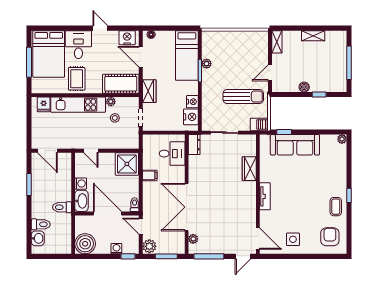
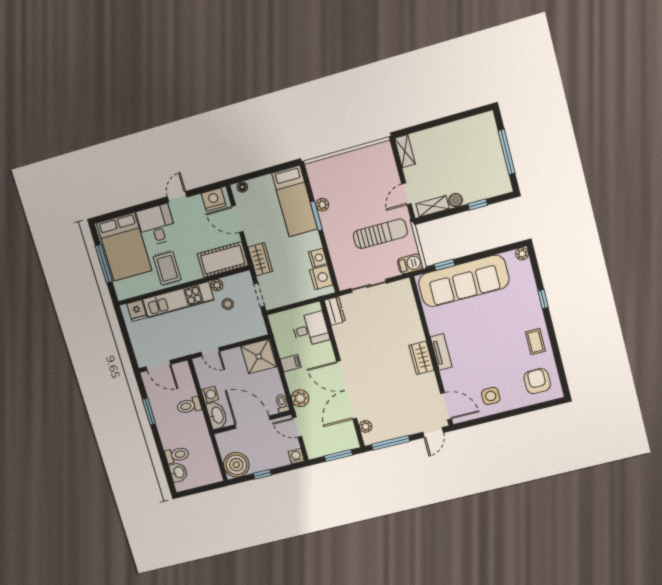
door: (100, 28) -> (177, 197), hinge flipped
shelving: (313, 36) -> (433, 206), moved
sofa: (295, 145) -> (464, 281), width x1.36, depth x1.27
wardrobe: (249, 169) -> (421, 358), moved
window: (349, 195) -> (543, 299), moved
toilet: (62, 207) -> (189, 406), moved
plant: (149, 246) -> (300, 398), moved
washing machine: (116, 249) -> (296, 456), moved
window: (128, 256) -> (262, 474), moved

